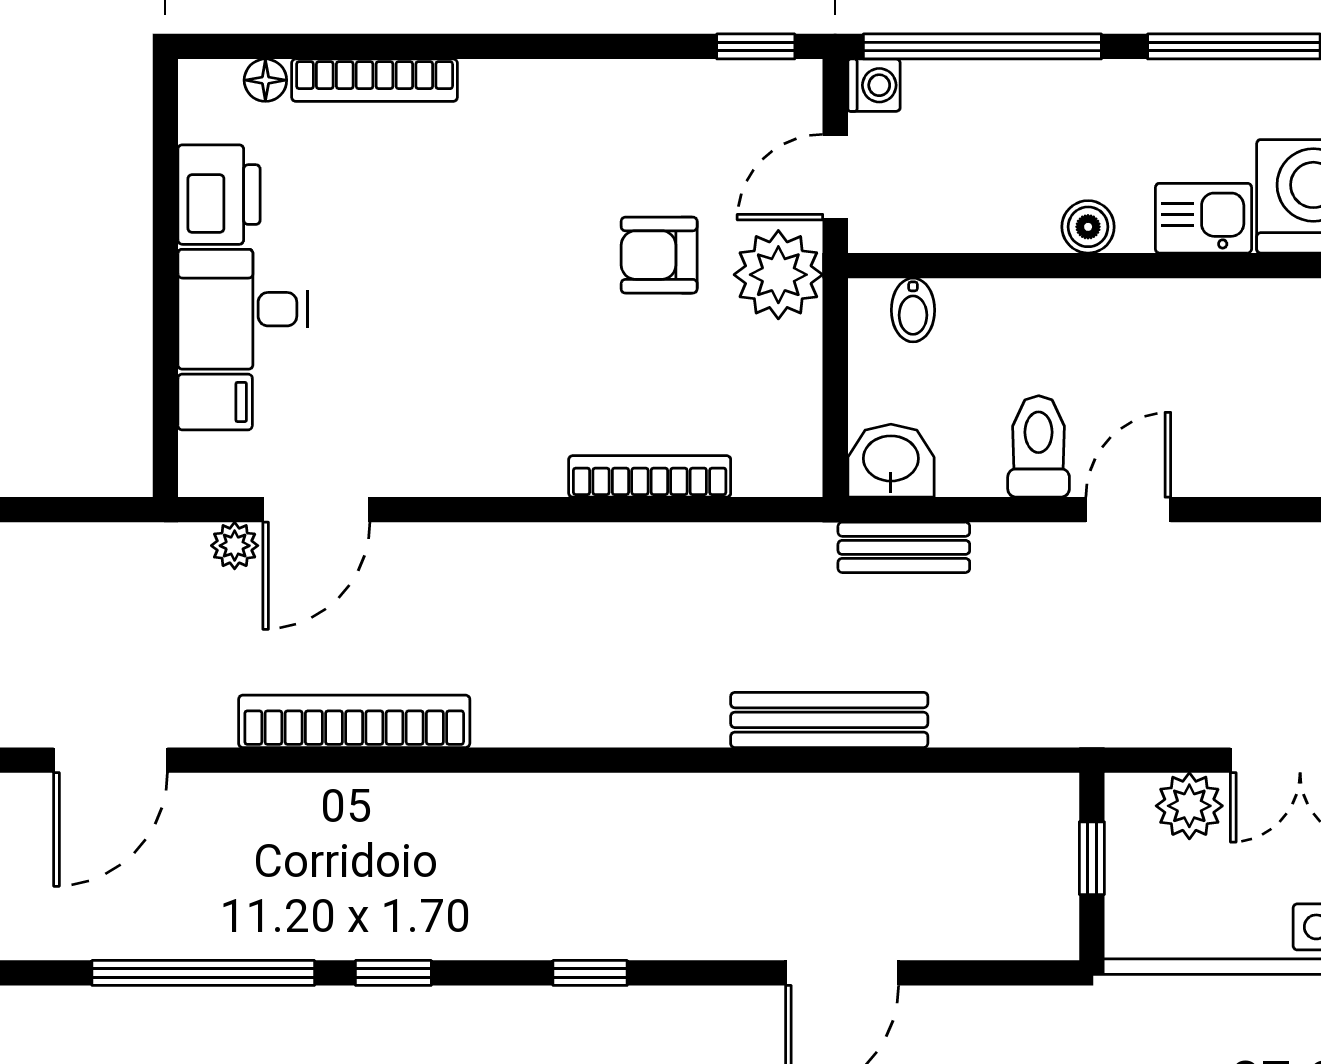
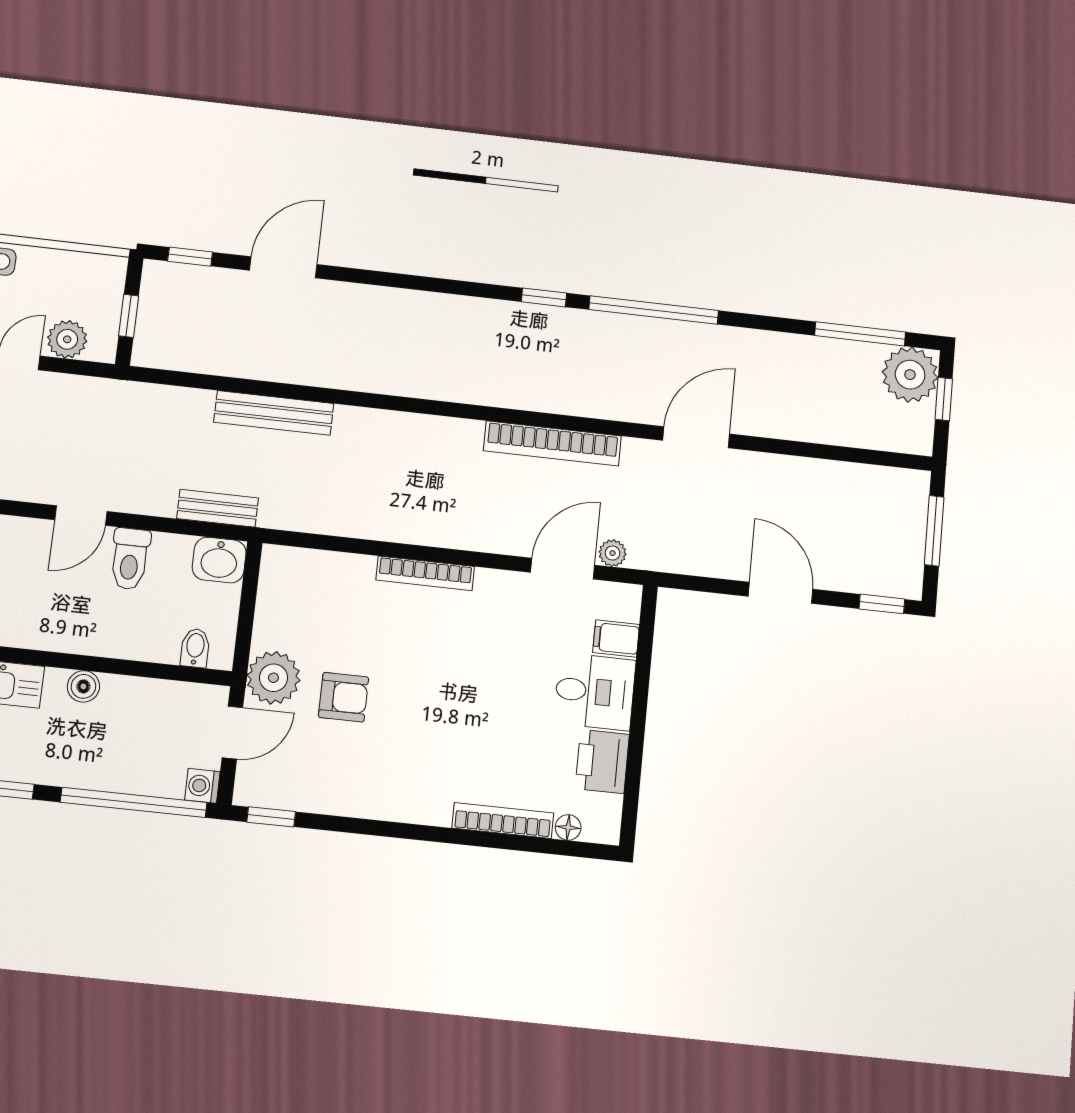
bookcase: (650, 476) -> (425, 573), moved
window: (590, 973) -> (190, 257), moved

